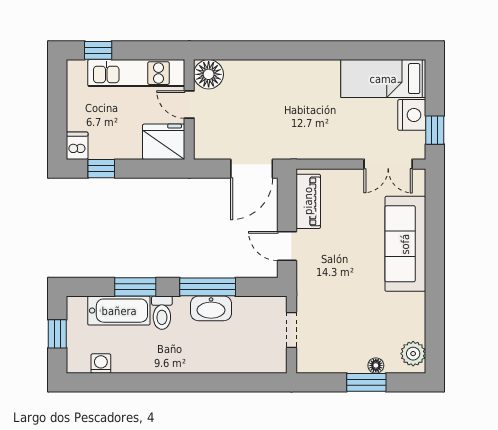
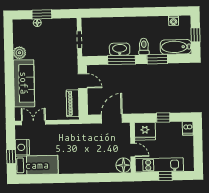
window: (98, 50) -> (165, 176), moved
window: (435, 130) -> (11, 157), moved
window: (101, 169) -> (163, 118), moved
door: (252, 169) -> (112, 119), moved
bathtub: (119, 311) -> (176, 47), moved
plant: (413, 354) -> (19, 53), moved

